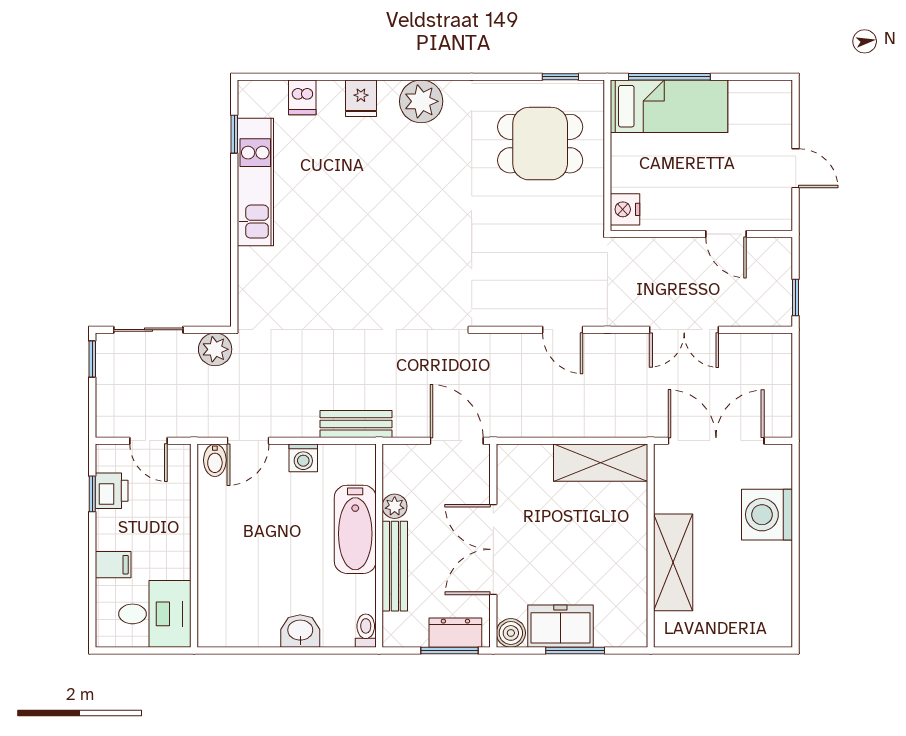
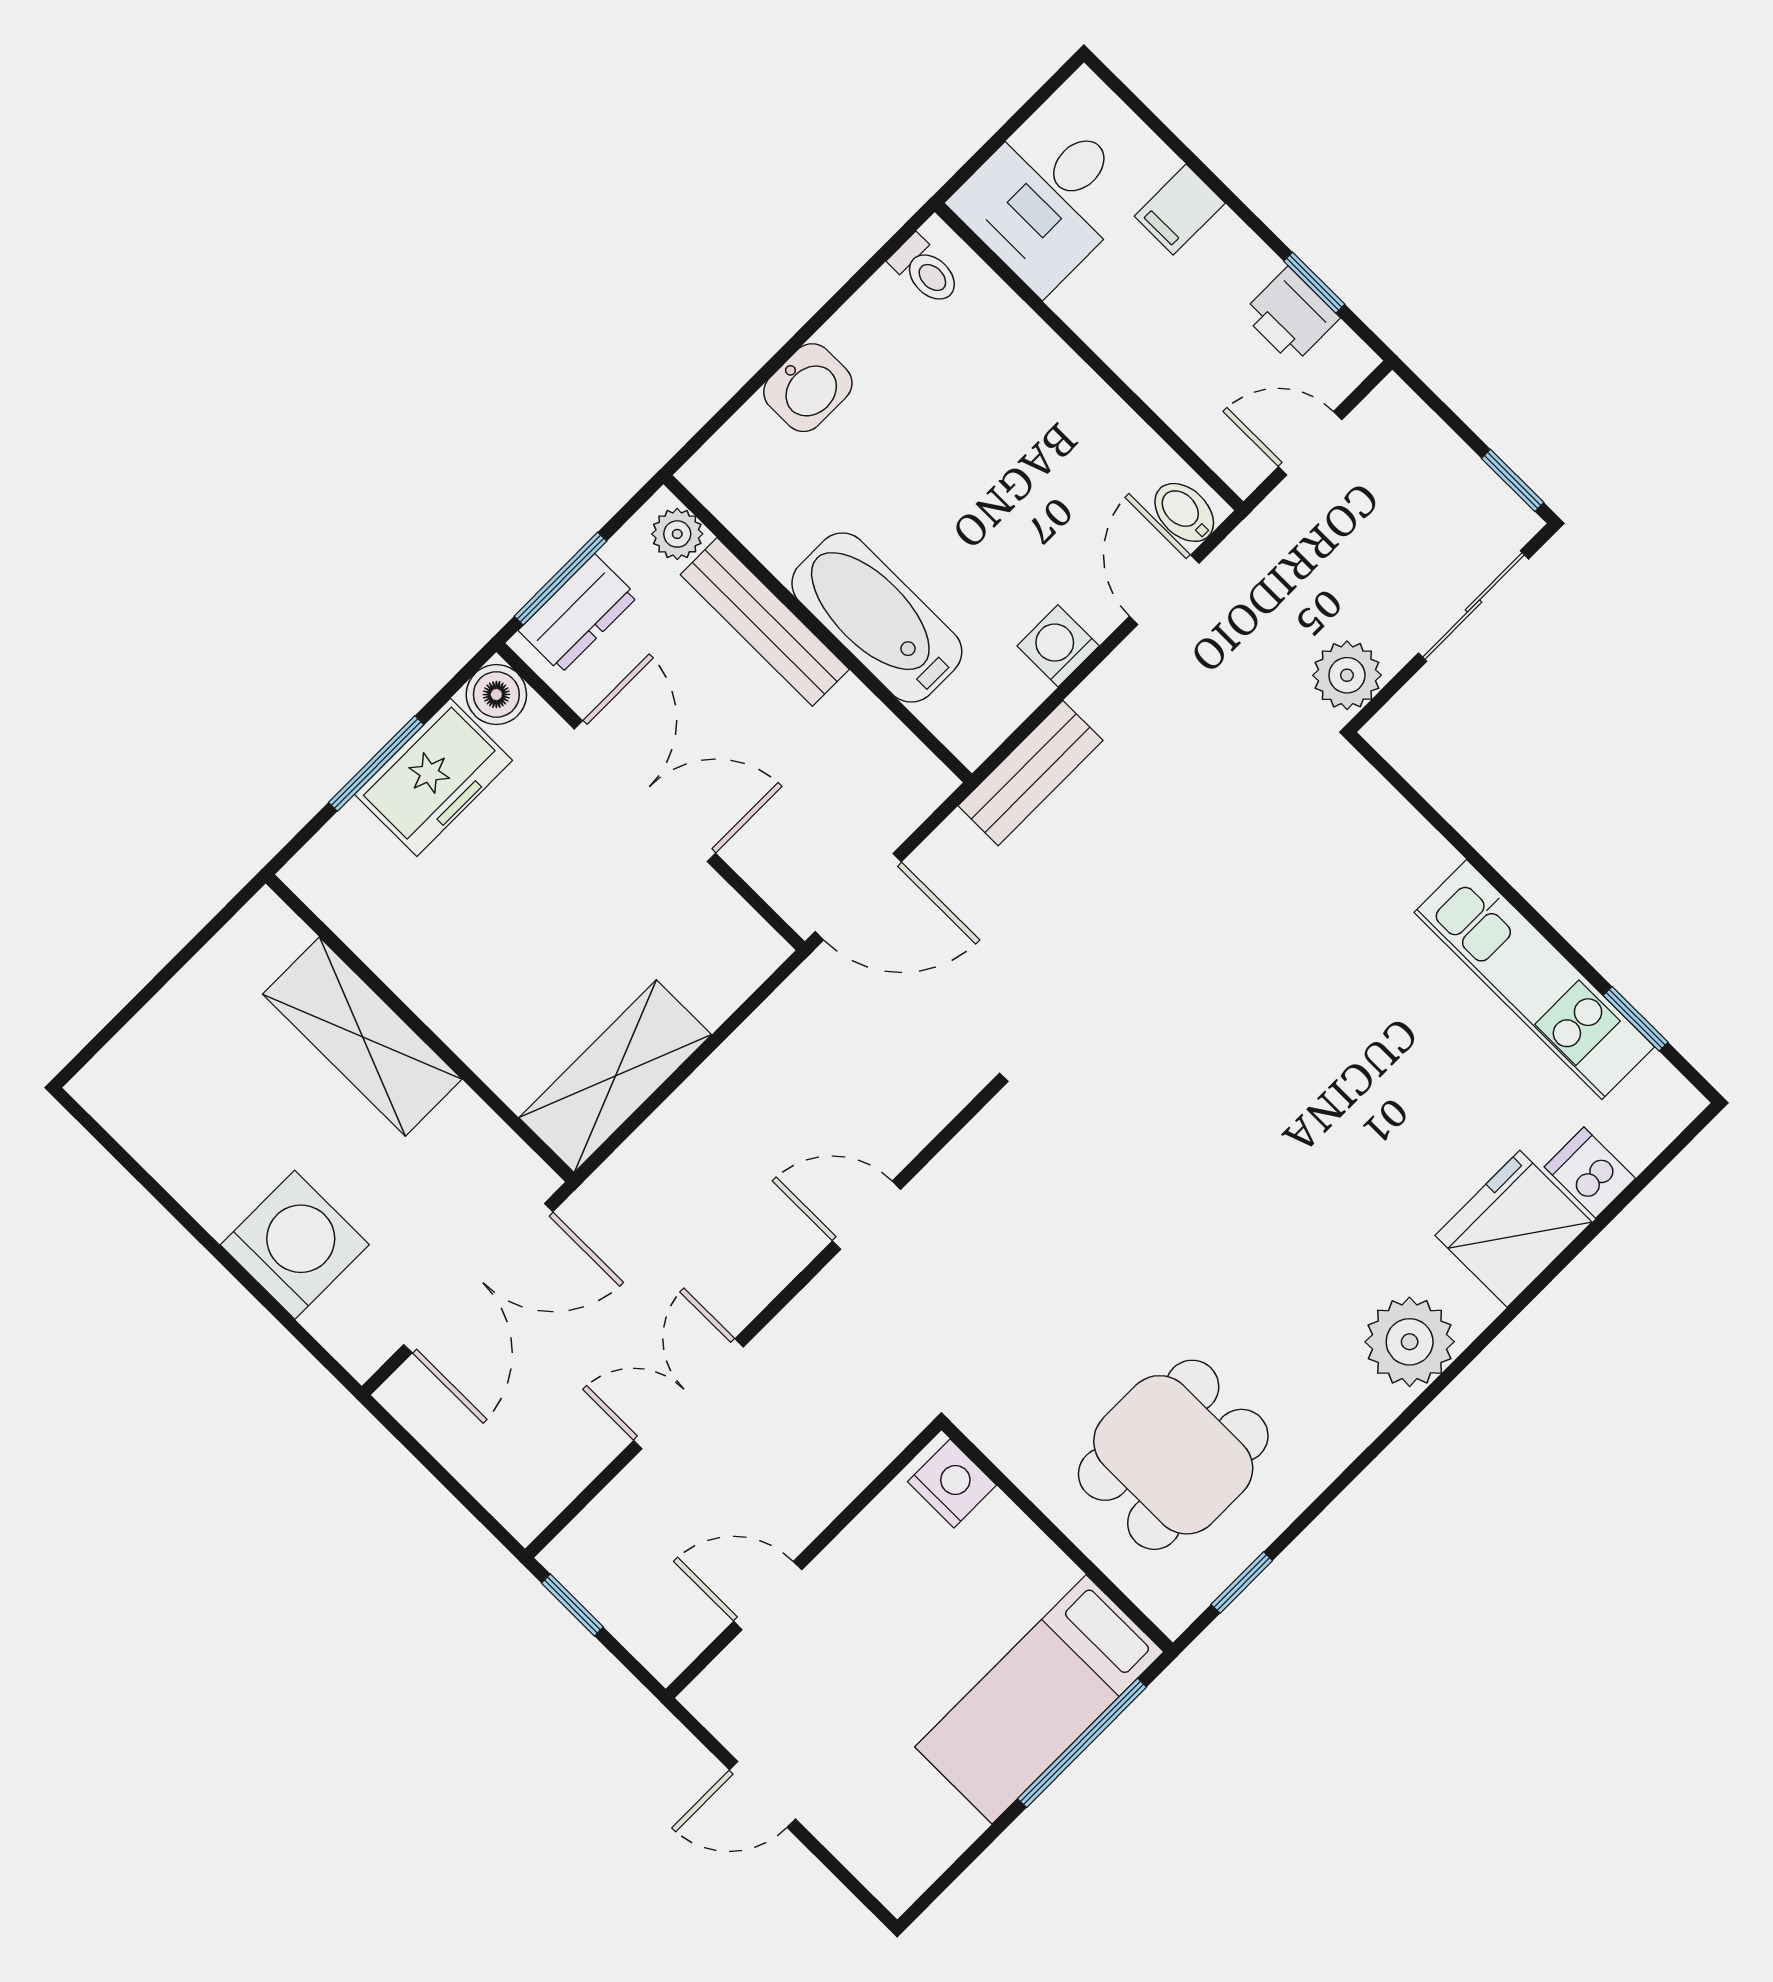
fridge: (361, 98) -> (1513, 1229), width x1.88, depth x1.34
plant: (395, 506) -> (677, 534), moved
toilet: (366, 631) -> (926, 271), moved

